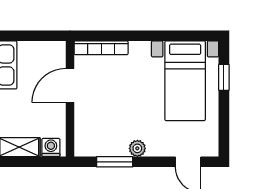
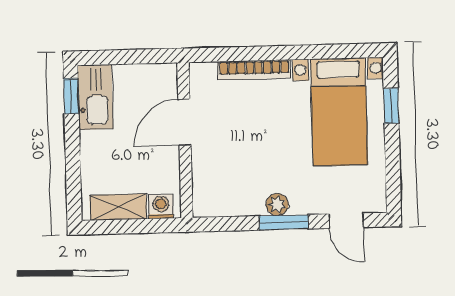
bookcase: (101, 48) -> (254, 70), moved
window: (115, 162) -> (284, 222), moved

